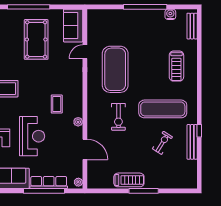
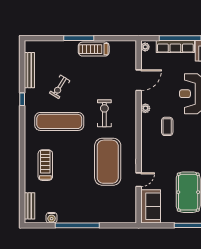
bench: (192, 142) -> (29, 70), moved
door: (85, 149) -> (139, 80), swing flipped

